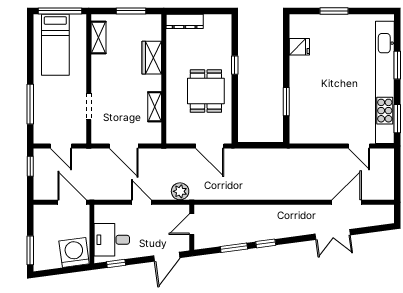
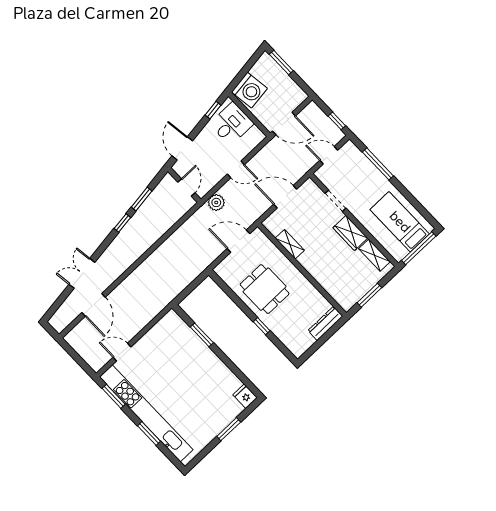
fridge: (299, 47) -> (245, 396), moved, turned 90
wardrobe: (152, 58) -> (350, 233), moved, turned 180
door: (210, 146) -> (239, 241), moved

